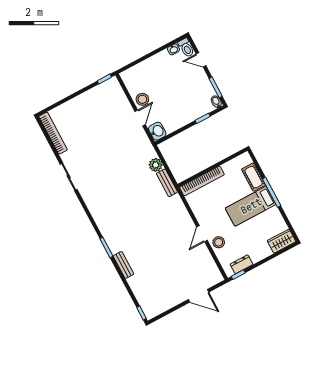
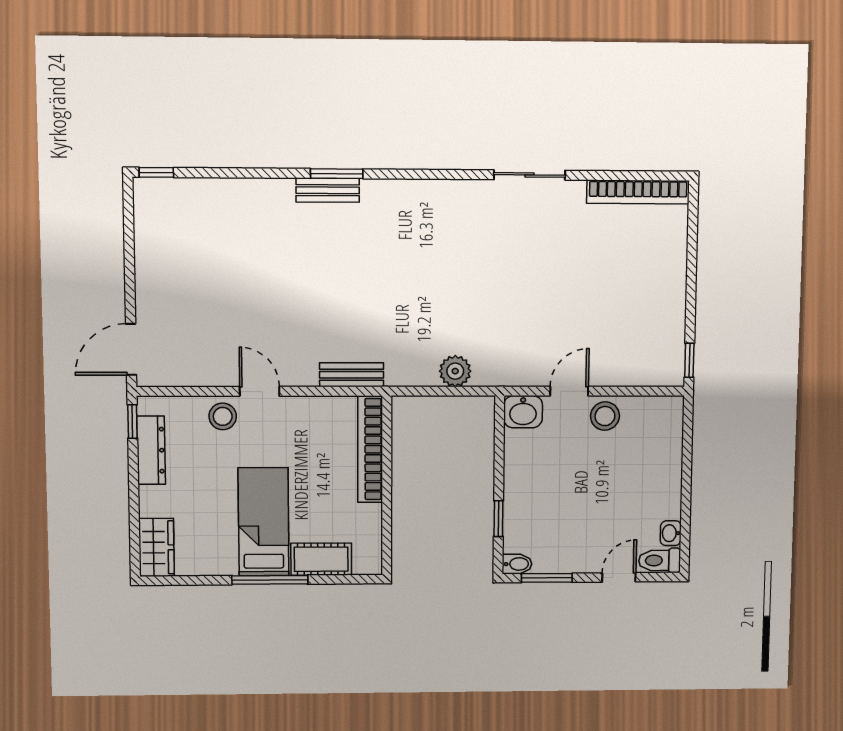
door: (140, 118) -> (569, 391), swing flipped
bench: (167, 183) -> (352, 375), moved
dresser: (242, 264) -> (151, 450), width x1.44
bench: (124, 265) -> (328, 190), moved
door: (198, 296) -> (131, 349), moved

